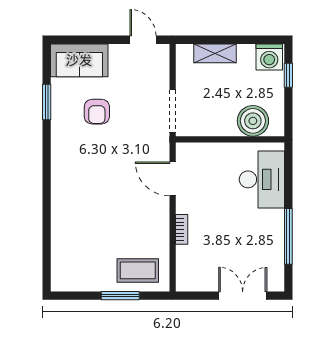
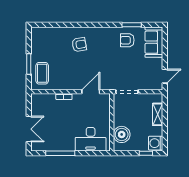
armchair: (97, 112) -> (127, 40), moved
armchair: (84, 201) -> (79, 45), added

